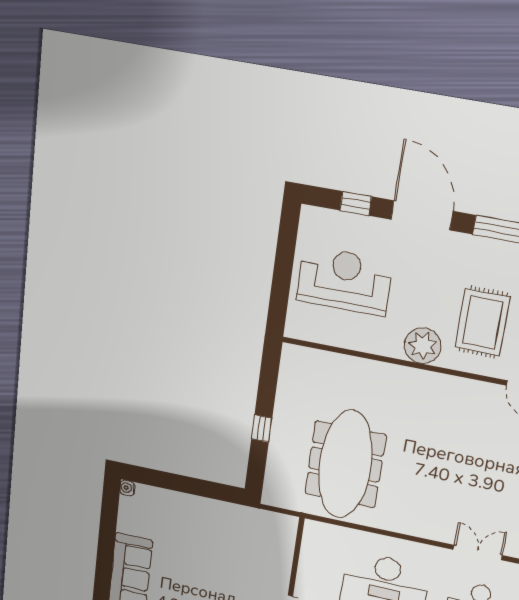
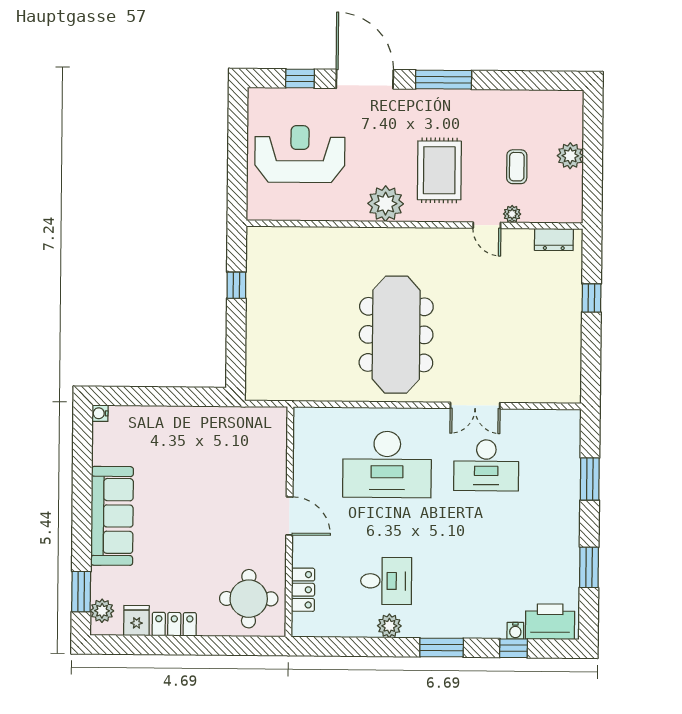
window: (262, 429) -> (236, 285), moved
meeting table: (345, 464) -> (396, 335), moved
double door: (478, 552) -> (475, 406), swing flipped

